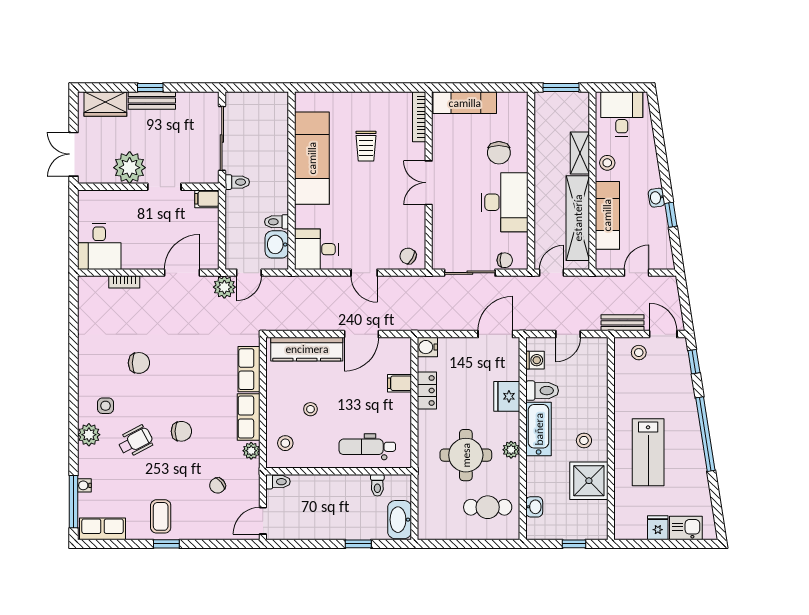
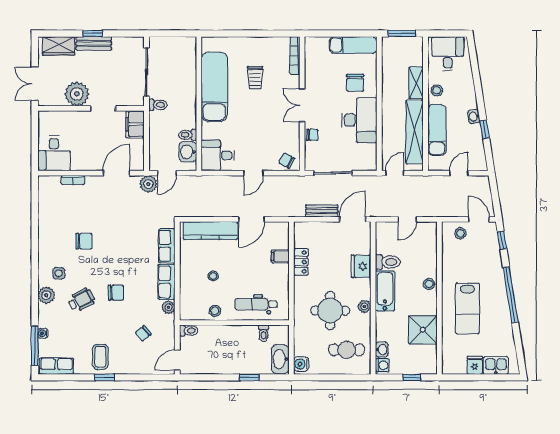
exam couch: (465, 103) -> (353, 45), moved
filing cabinet: (207, 199) -> (135, 124), width x2.00
chair: (505, 260) -> (312, 135), moved
door: (364, 273) -> (254, 173), hinge flipped
bench: (622, 323) -> (322, 211), moved
water cooler: (427, 347) -> (301, 364), moved
washing machine: (535, 360) -> (382, 365), moved
stool: (584, 440) -> (429, 284), moved
stool: (285, 443) -> (215, 311), moved

